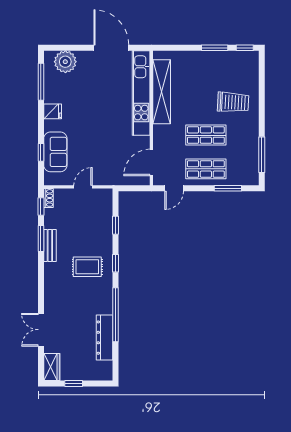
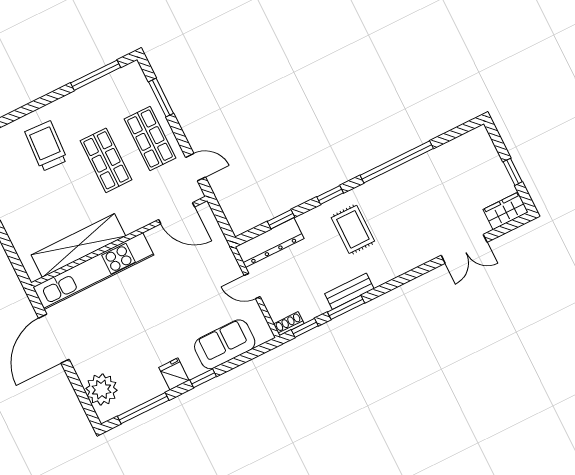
window: (41, 152) -> (203, 378), moved
dresser: (105, 338) -> (270, 243), moved

